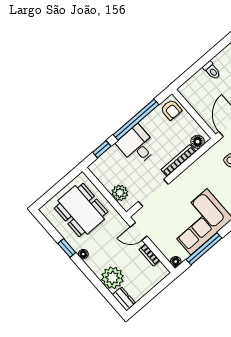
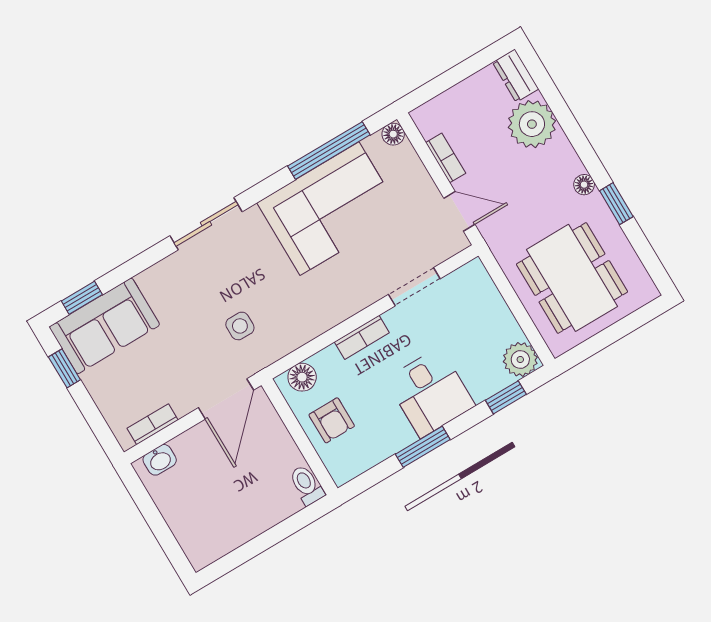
toilet: (212, 70) -> (306, 485), moved
armchair: (171, 110) -> (332, 420), moved, turned 180
window: (136, 120) -> (423, 447), width x0.47
bookcase: (178, 161) -> (362, 337), width x0.64
plant: (120, 193) -> (520, 359), moved
doorway: (153, 193) -> (414, 287), width x0.73

